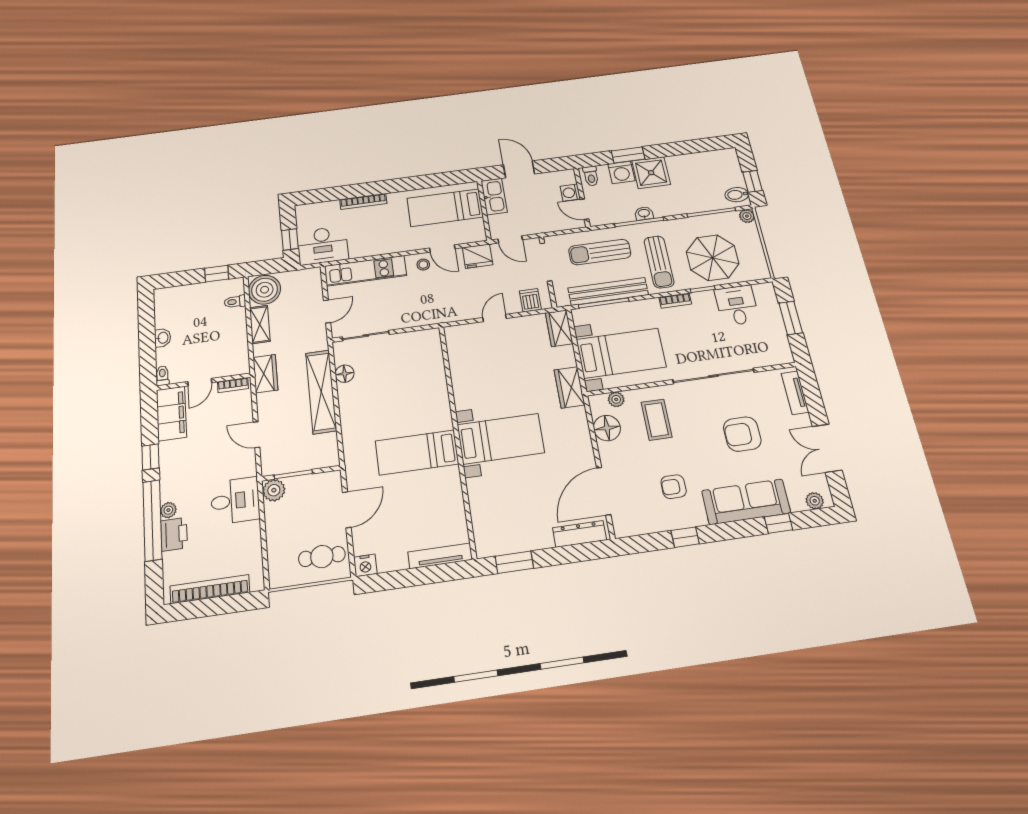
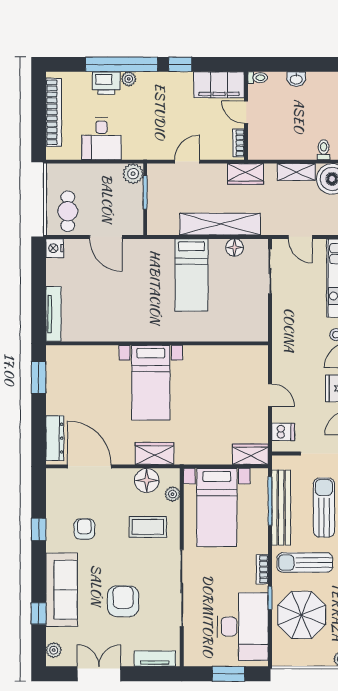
desk: (737, 305) -> (243, 626), width x1.87, depth x1.30
wardrobe: (569, 387) -> (154, 453), moved
bed: (417, 452) -> (191, 275), moved, turned 180
desk: (235, 501) -> (102, 139), moved

